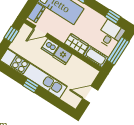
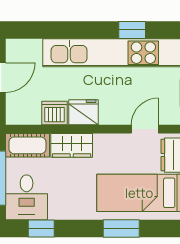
dishwasher: (50, 47) -> (55, 113), moved
window: (31, 85) -> (132, 30), moved

